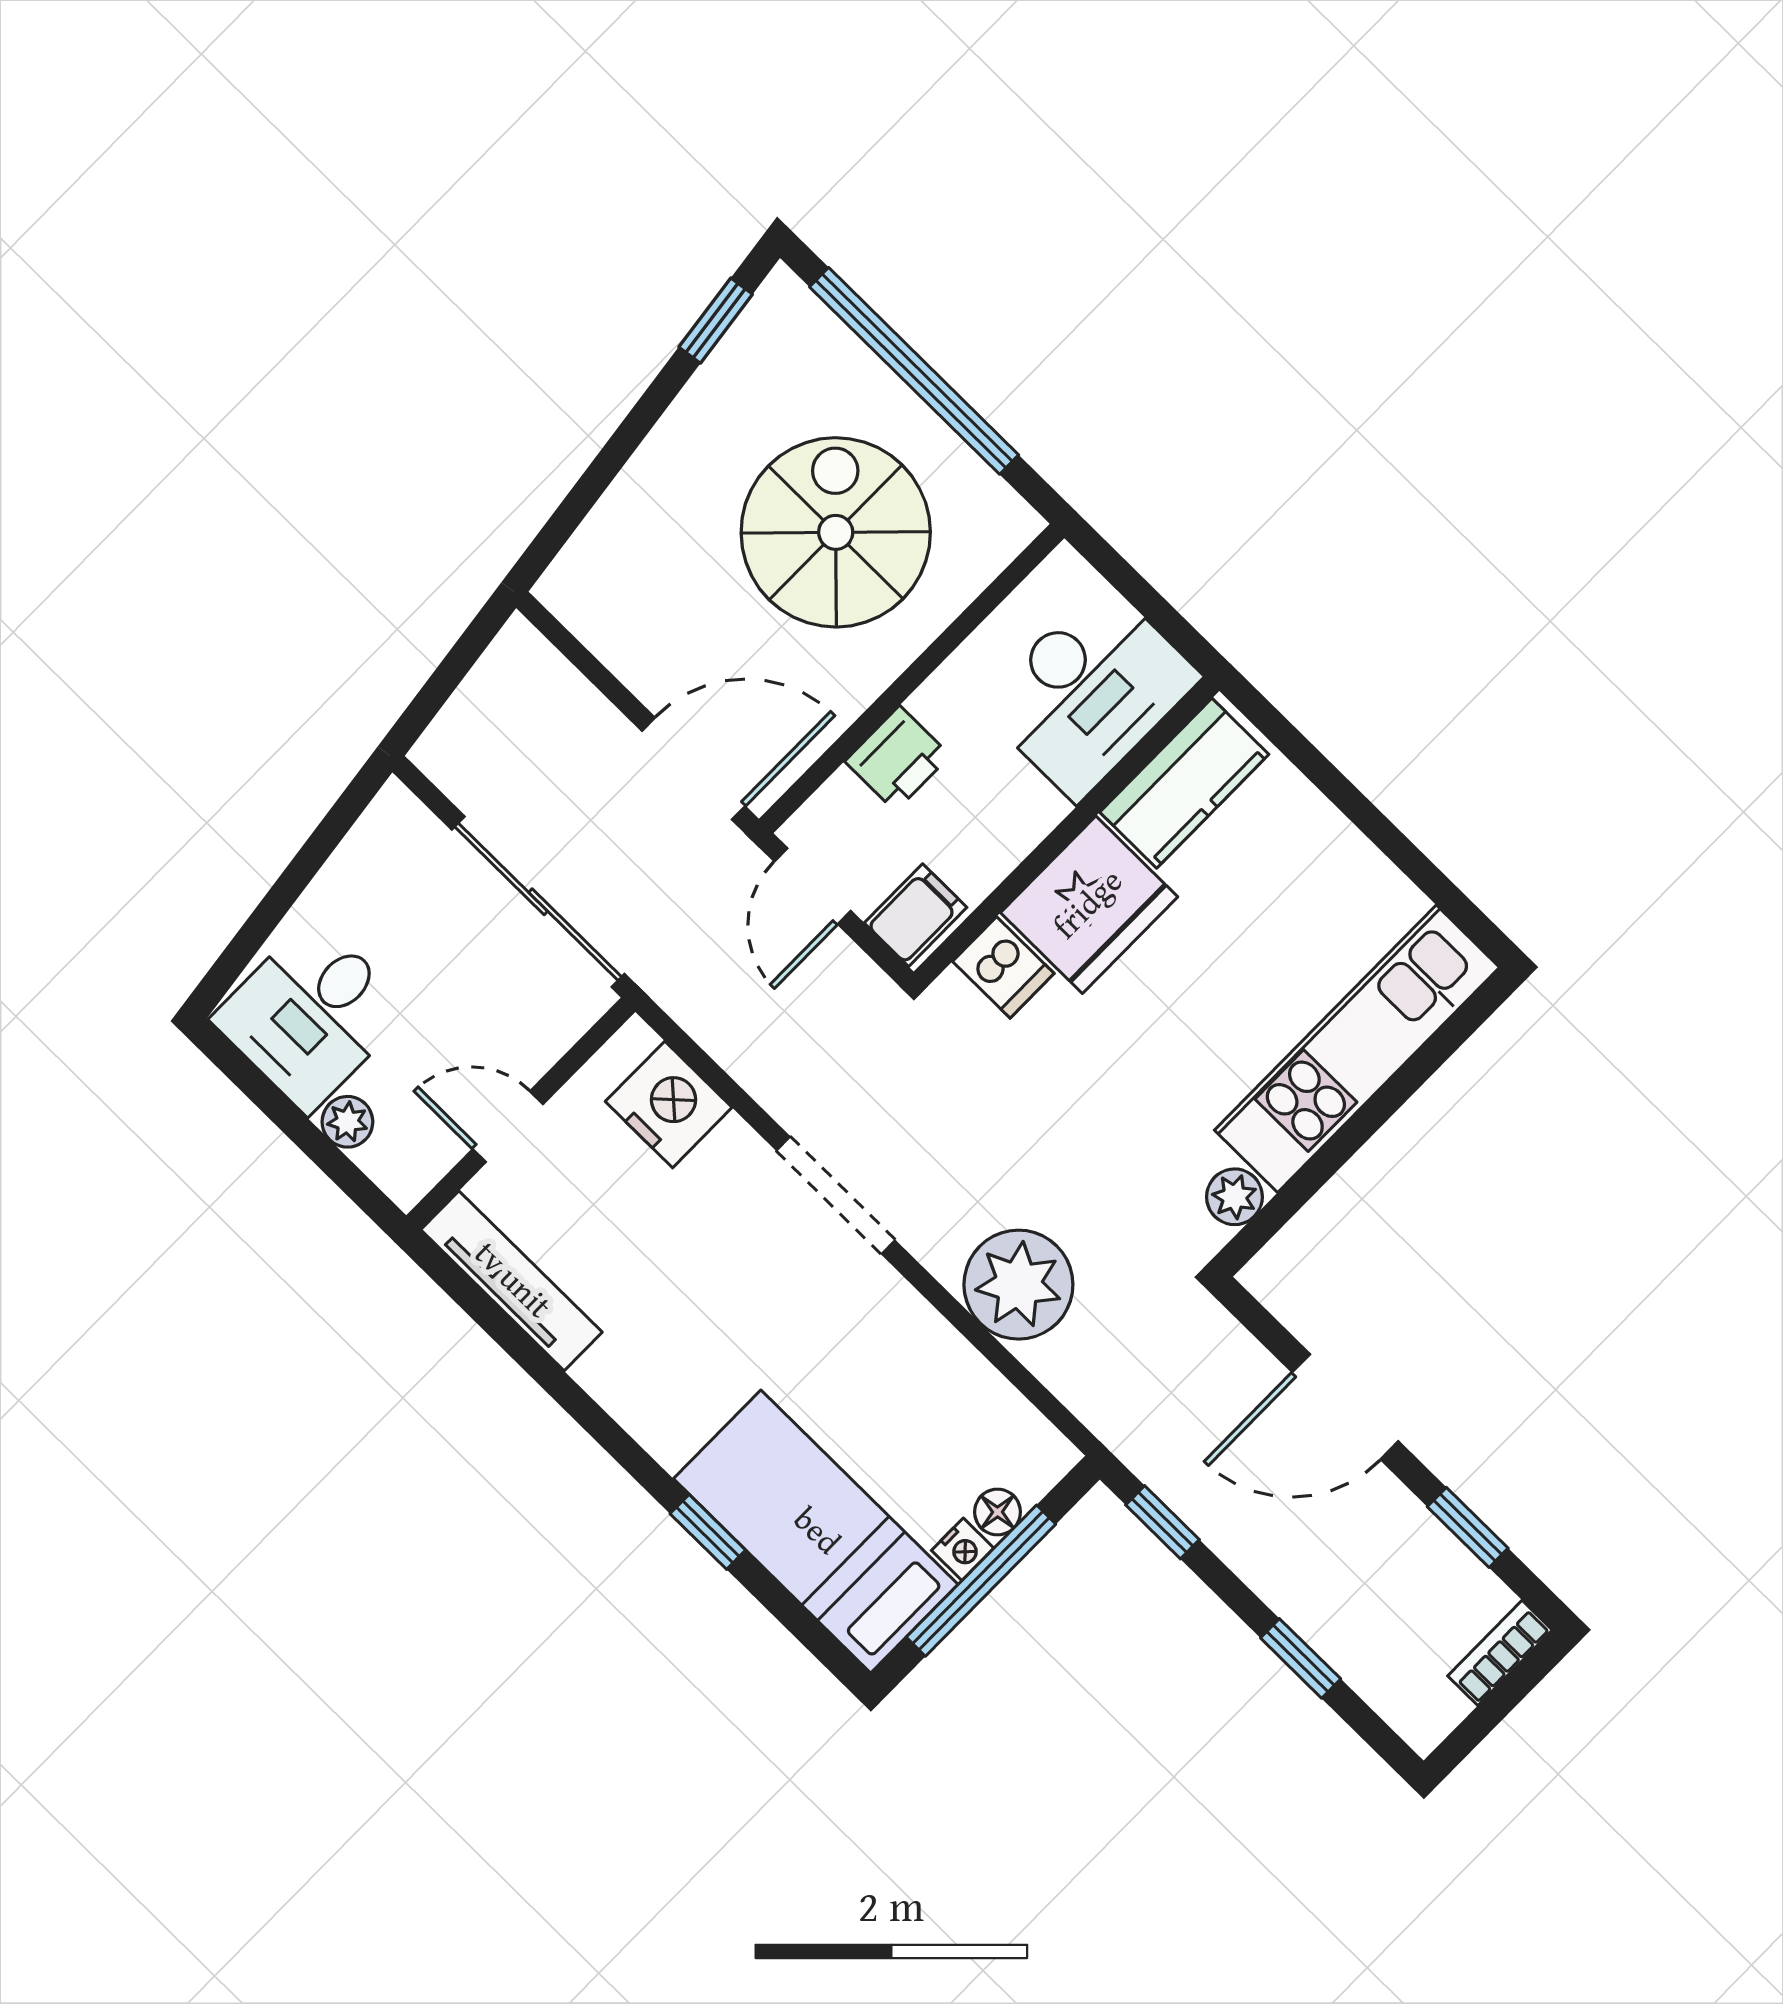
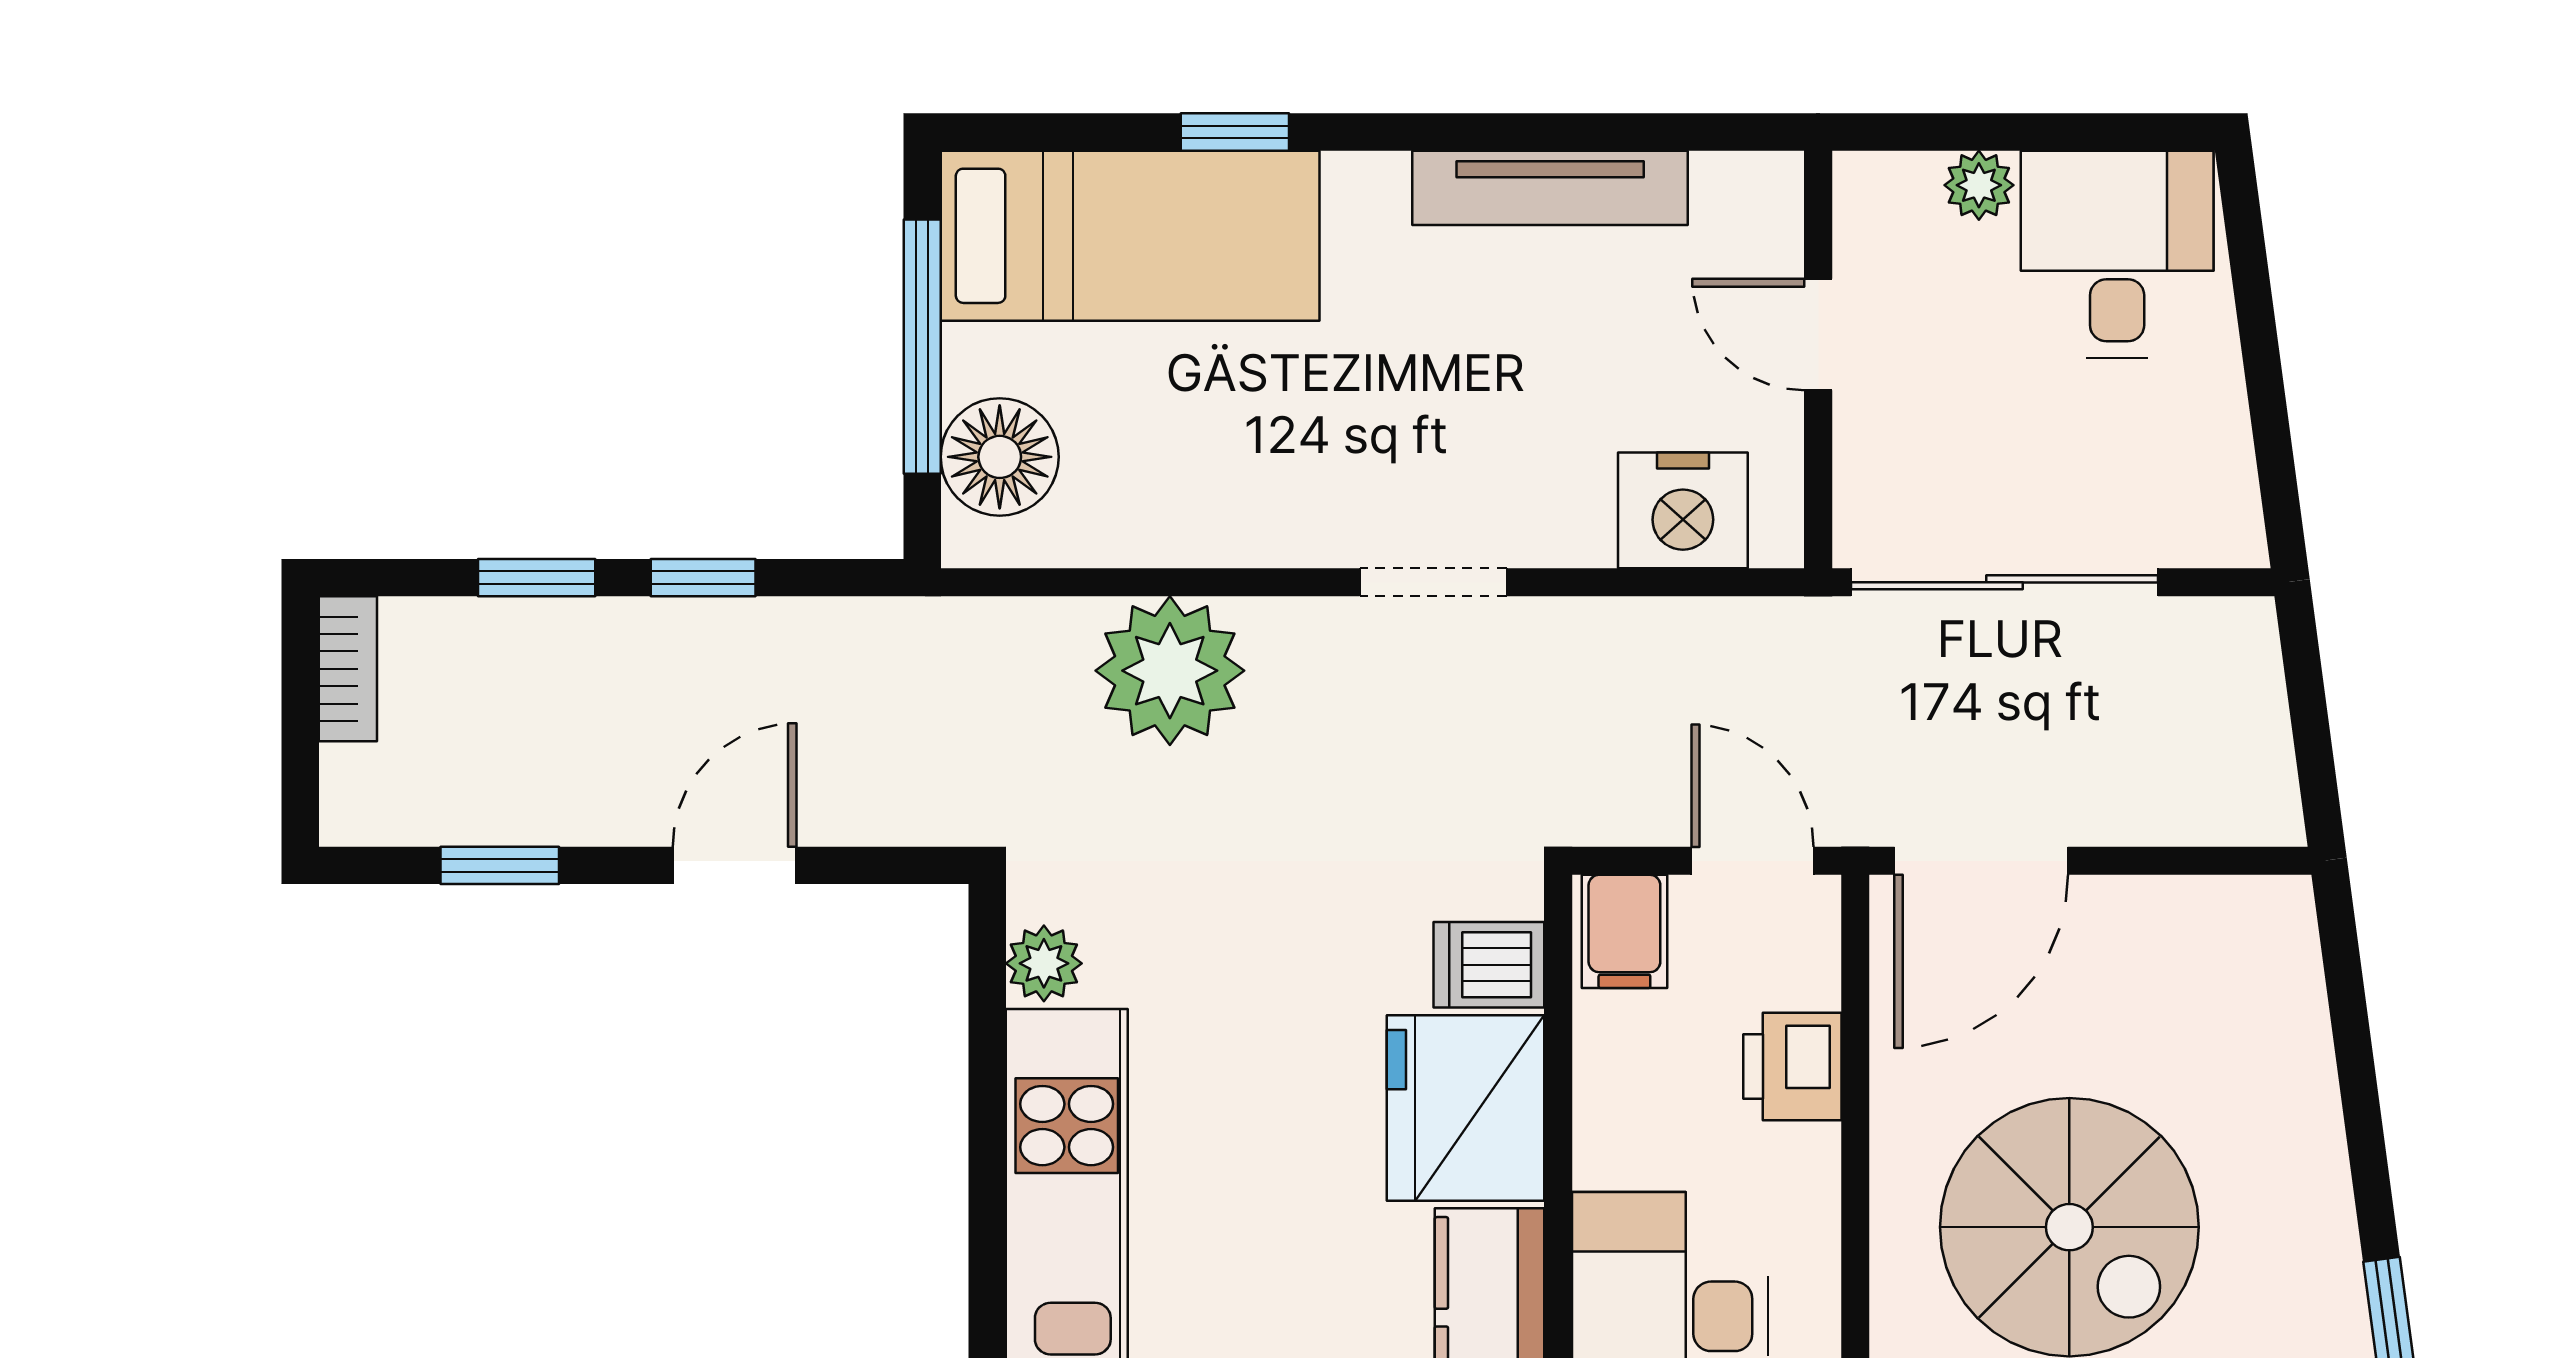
door: (508, 1127) -> (1818, 334), swing flipped
doorway: (836, 1195) -> (1433, 582), width x0.73
tv unit: (512, 1281) -> (1550, 188), moved
door: (1345, 1407) -> (735, 865), width x0.73
floor lamp: (997, 1512) -> (1000, 457), width x1.89, depth x1.89
window: (1163, 1522) -> (703, 578), moved
nightstand: (963, 1549) -> (970, 360), removed
bookcase: (1500, 1653) -> (348, 669), moved

